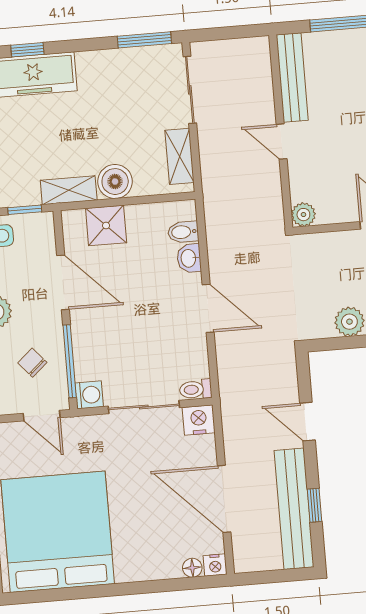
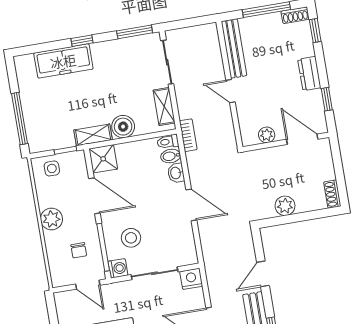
window: (27, 50) -> (82, 41), moved
bookcase: (212, 203) -> (188, 135), added
plant: (303, 215) -> (267, 135), moved
shower: (106, 226) -> (103, 159), moved
stool: (113, 350) -> (131, 238), added
chair: (32, 363) -> (79, 250), turned -139
toilet: (196, 389) -> (168, 142), moved
door: (308, 422) -> (263, 274), hinge flipped

